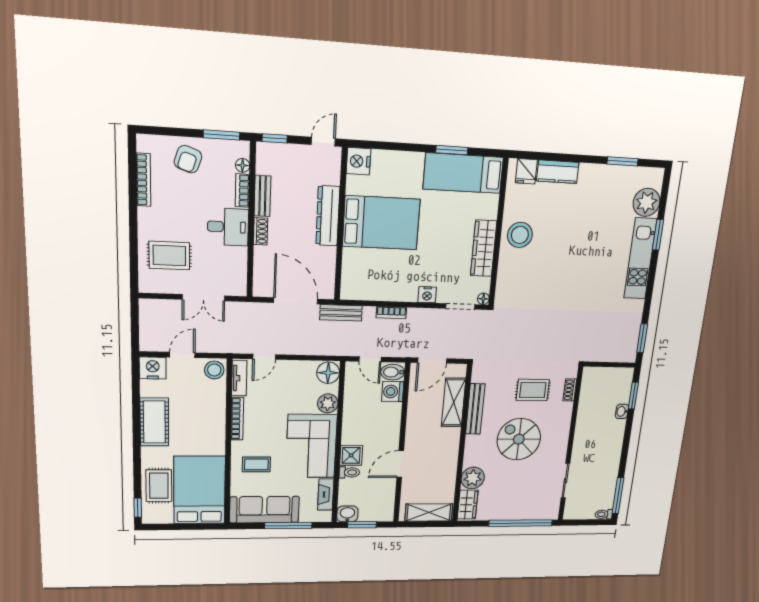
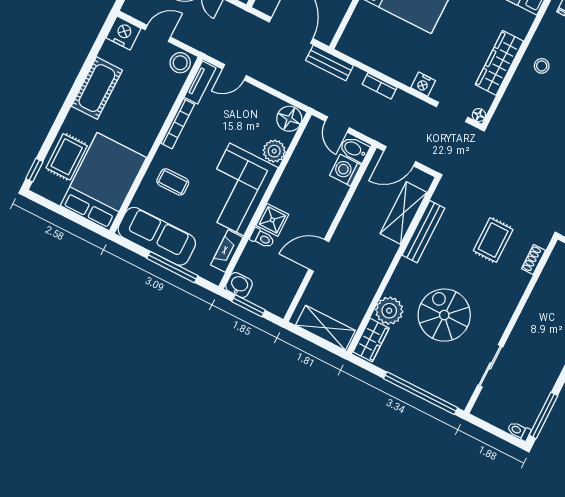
stool: (520, 235) -> (542, 66), width x0.53, depth x0.53
rug: (533, 390) -> (493, 240), turned 90
spiral stairs: (519, 439) -> (444, 315), moved

